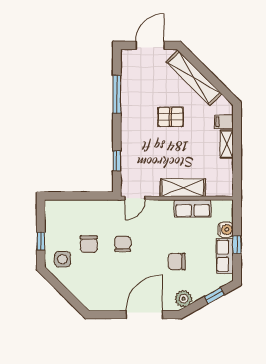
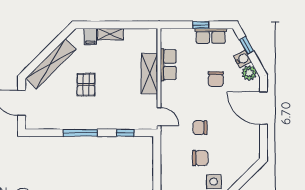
window: (117, 94) -> (80, 133), moved
water cooler: (226, 230) -> (242, 59), moved, turned 61

